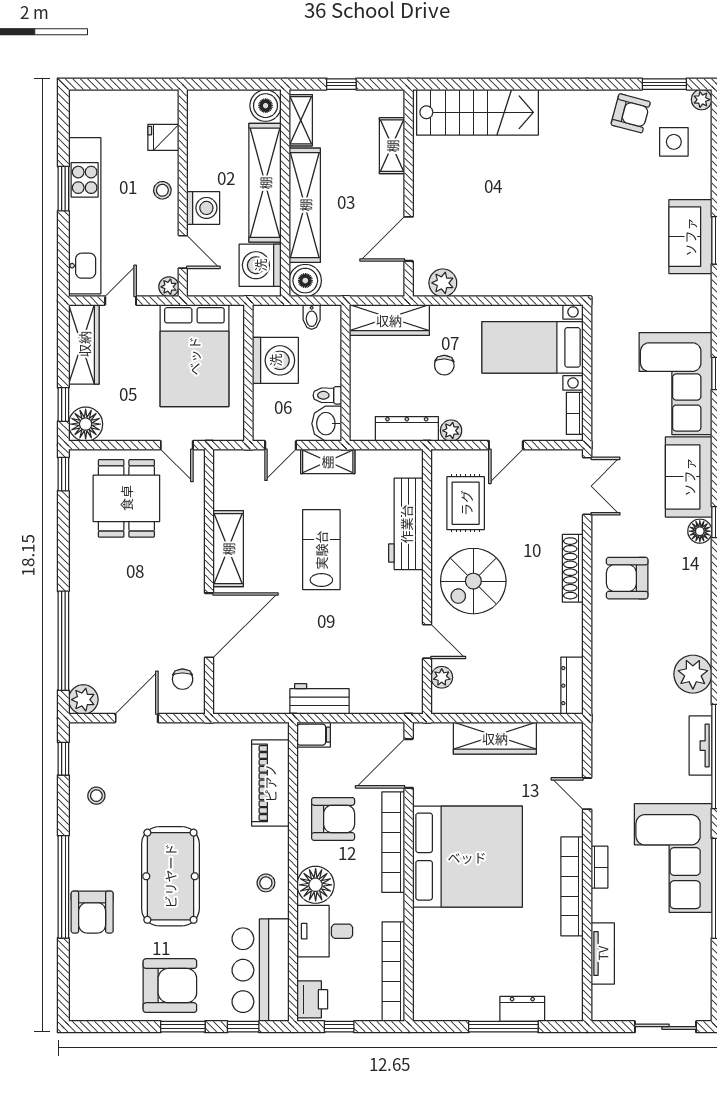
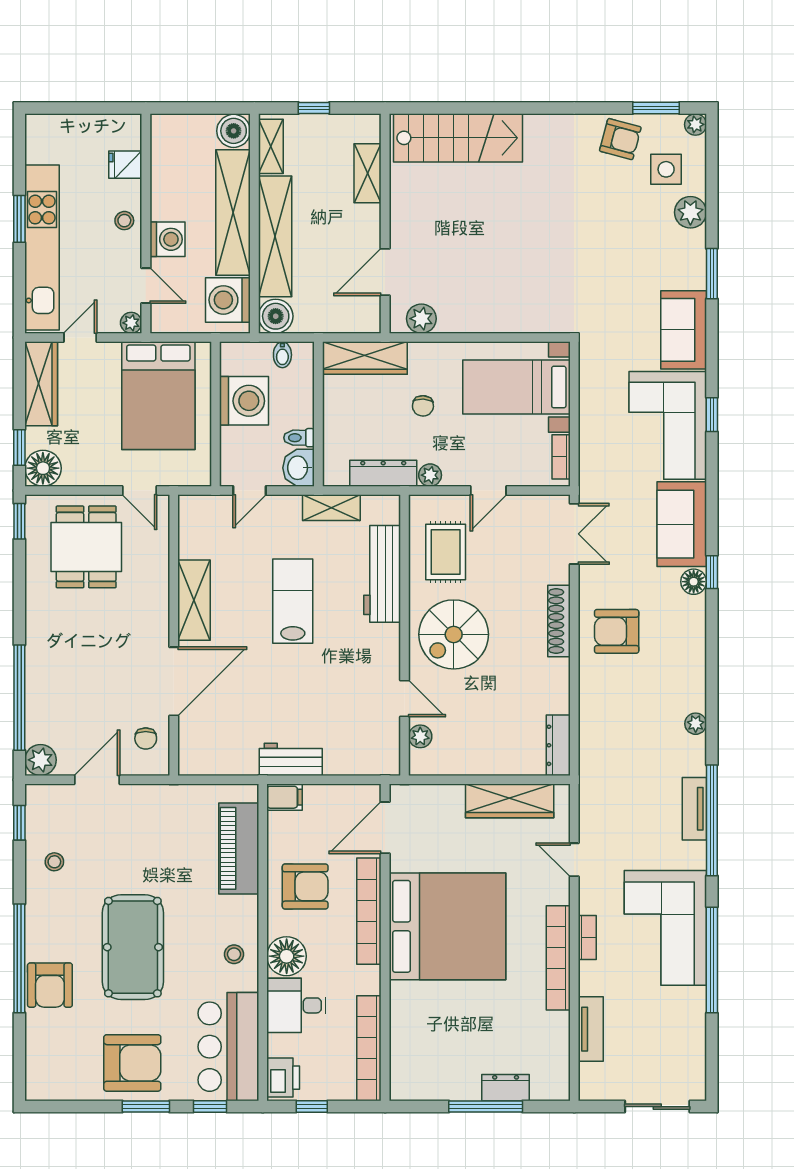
plant: (697, 182) -> (690, 212), added
sofa: (690, 237) -> (684, 330), moved
shelving: (328, 461) -> (331, 508), moved
plant: (693, 674) -> (696, 724), width x0.53, depth x0.53
wardrobe: (495, 738) -> (510, 801), moved

